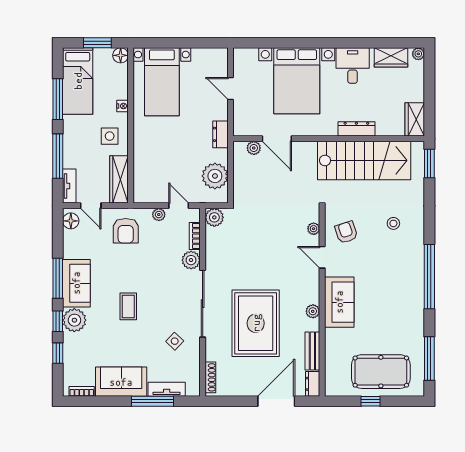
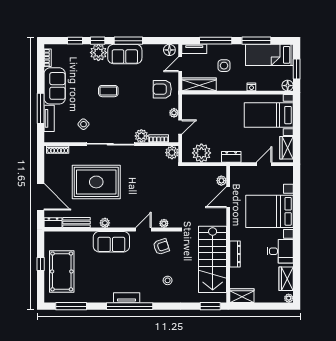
wardrobe: (208, 57) -> (287, 148), added
side table: (110, 136) -> (224, 66), moved
tv unit: (417, 281) -> (127, 298), added

